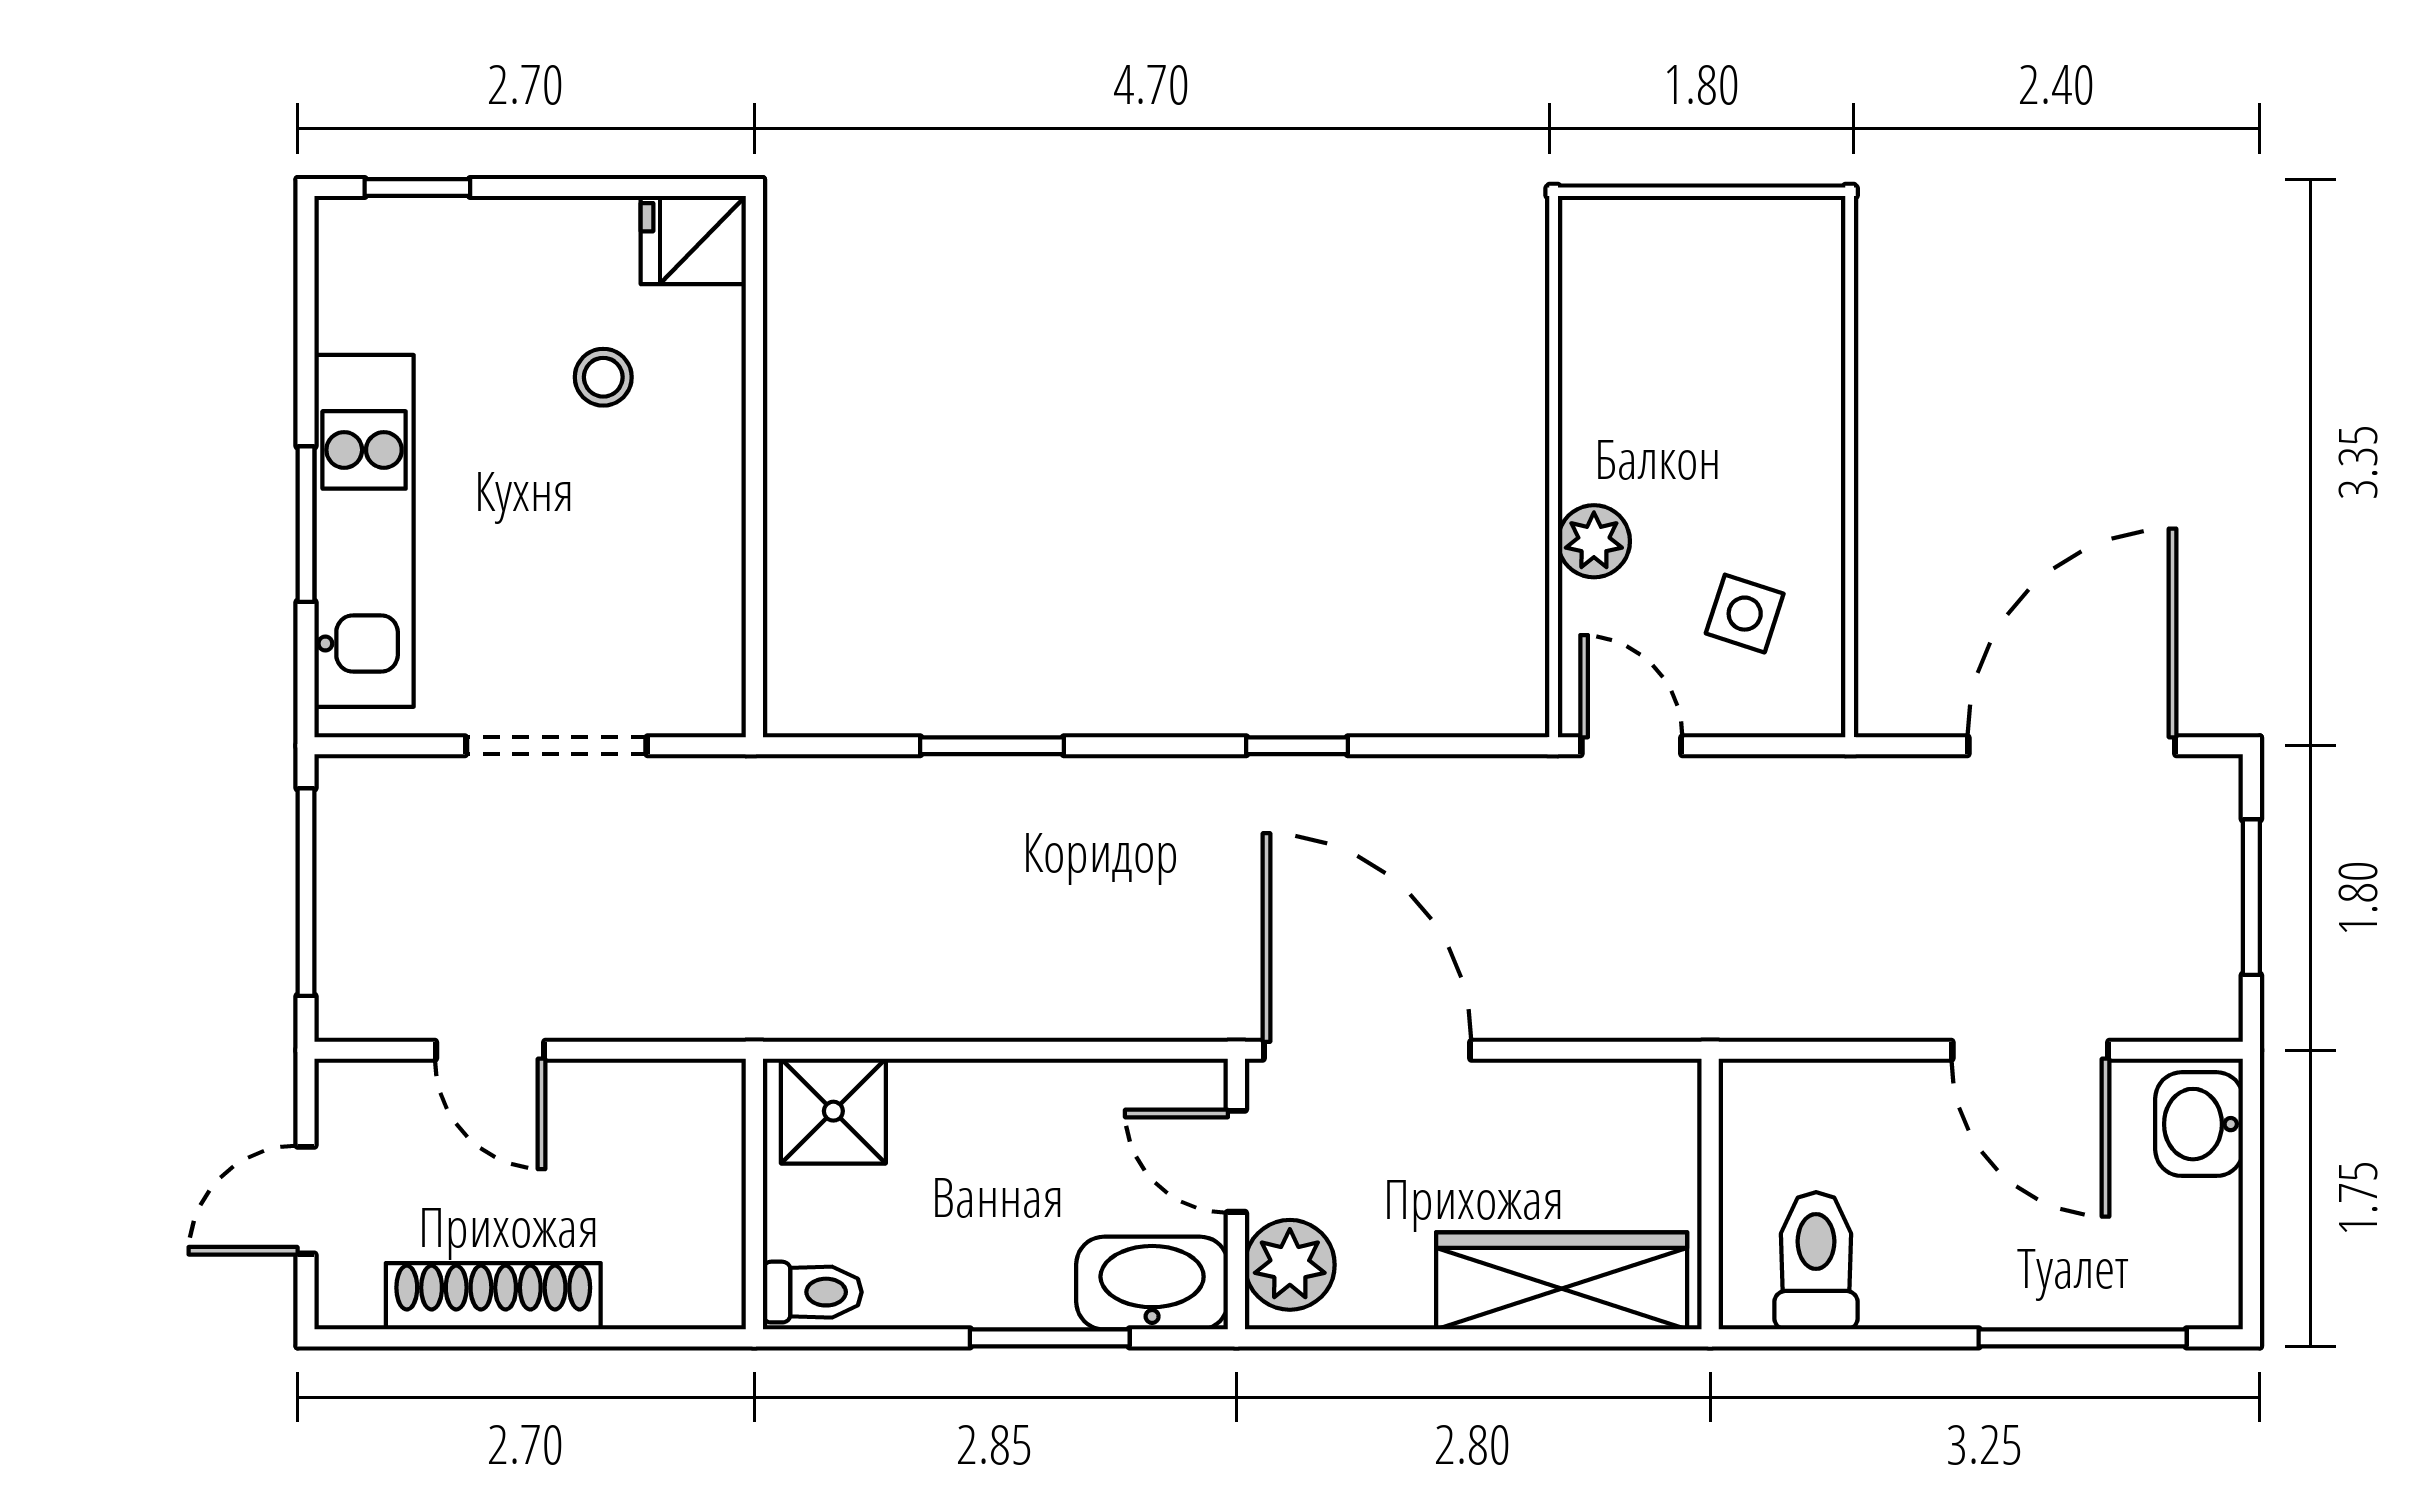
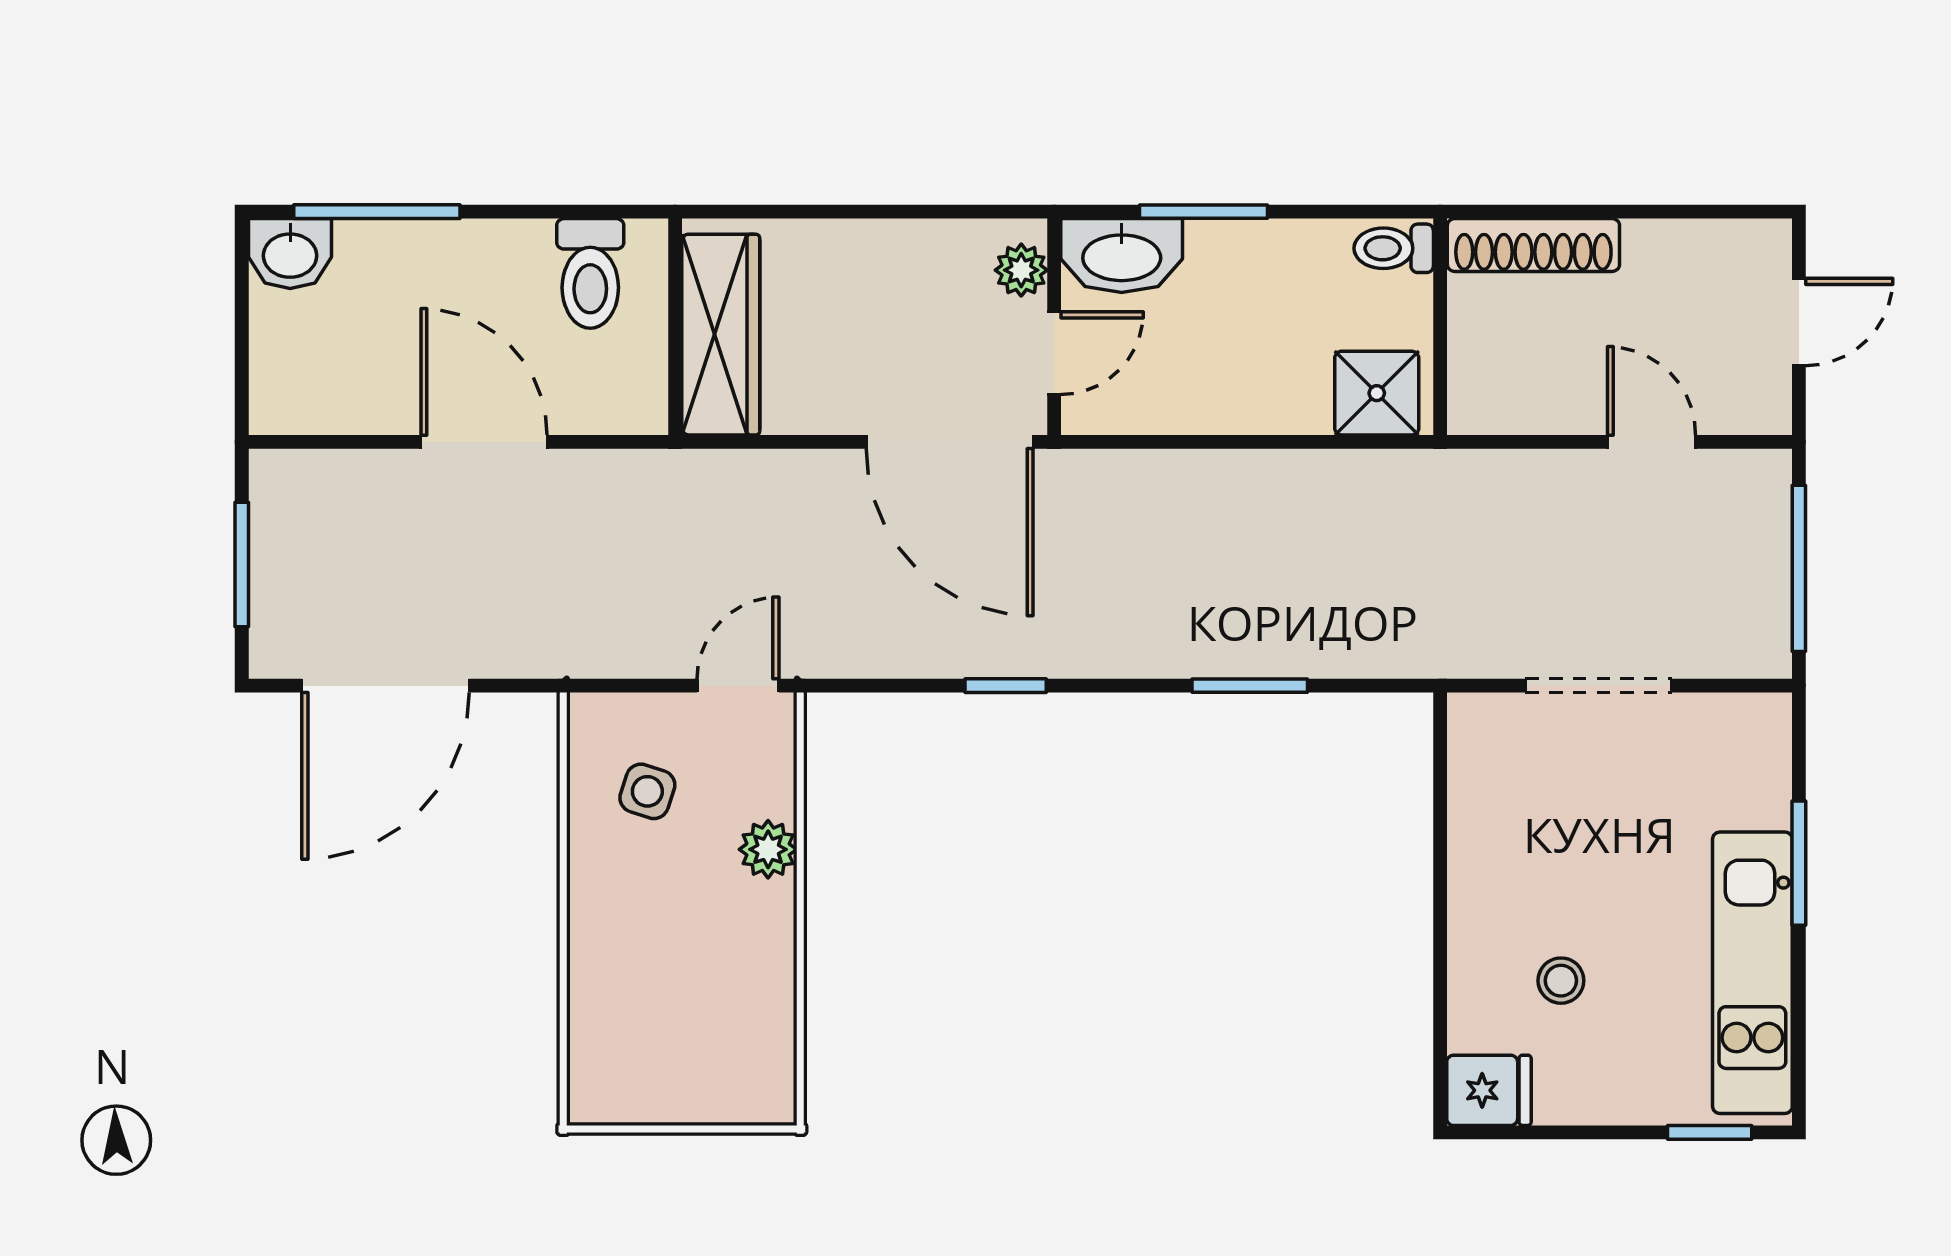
kitchen unit: (364, 531) -> (1752, 973), moved
door: (1631, 746) -> (738, 686), swing flipped
door: (2030, 1050) -> (484, 442), moved
washbasin: (2199, 1124) -> (290, 254), moved, turned 90
door: (1236, 1161) -> (1054, 353), hinge flipped
plant: (1290, 1265) -> (1021, 270), width x0.73, depth x0.73
wardrobe: (1562, 1281) -> (721, 335), moved, turned -90
shoe rack: (493, 1296) -> (1533, 245), moved

